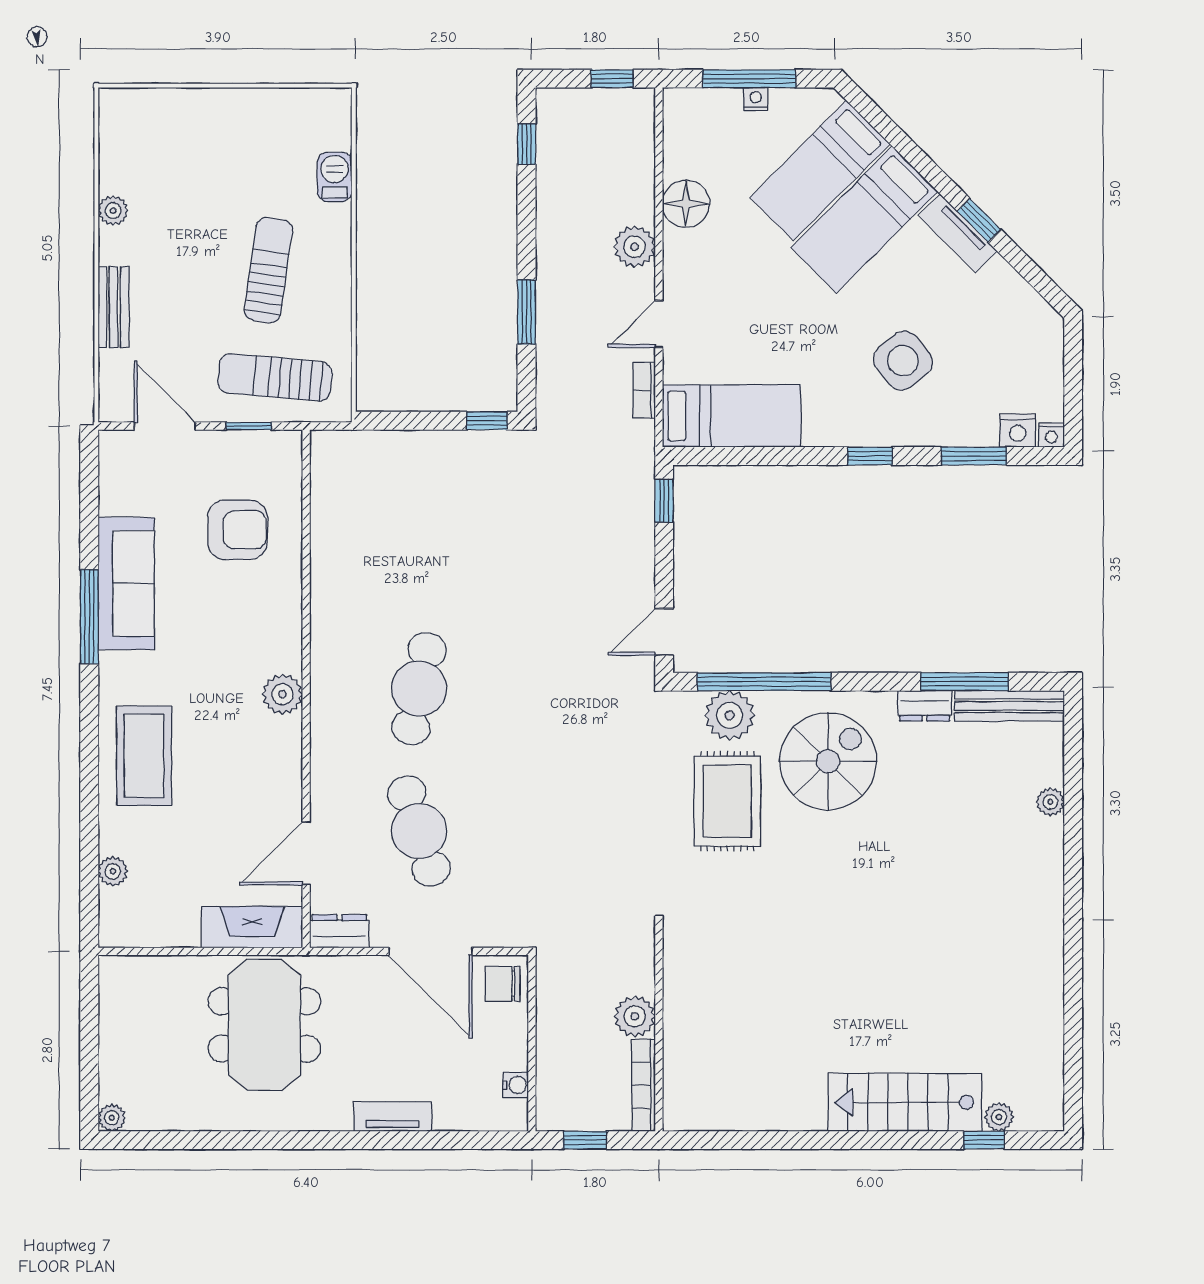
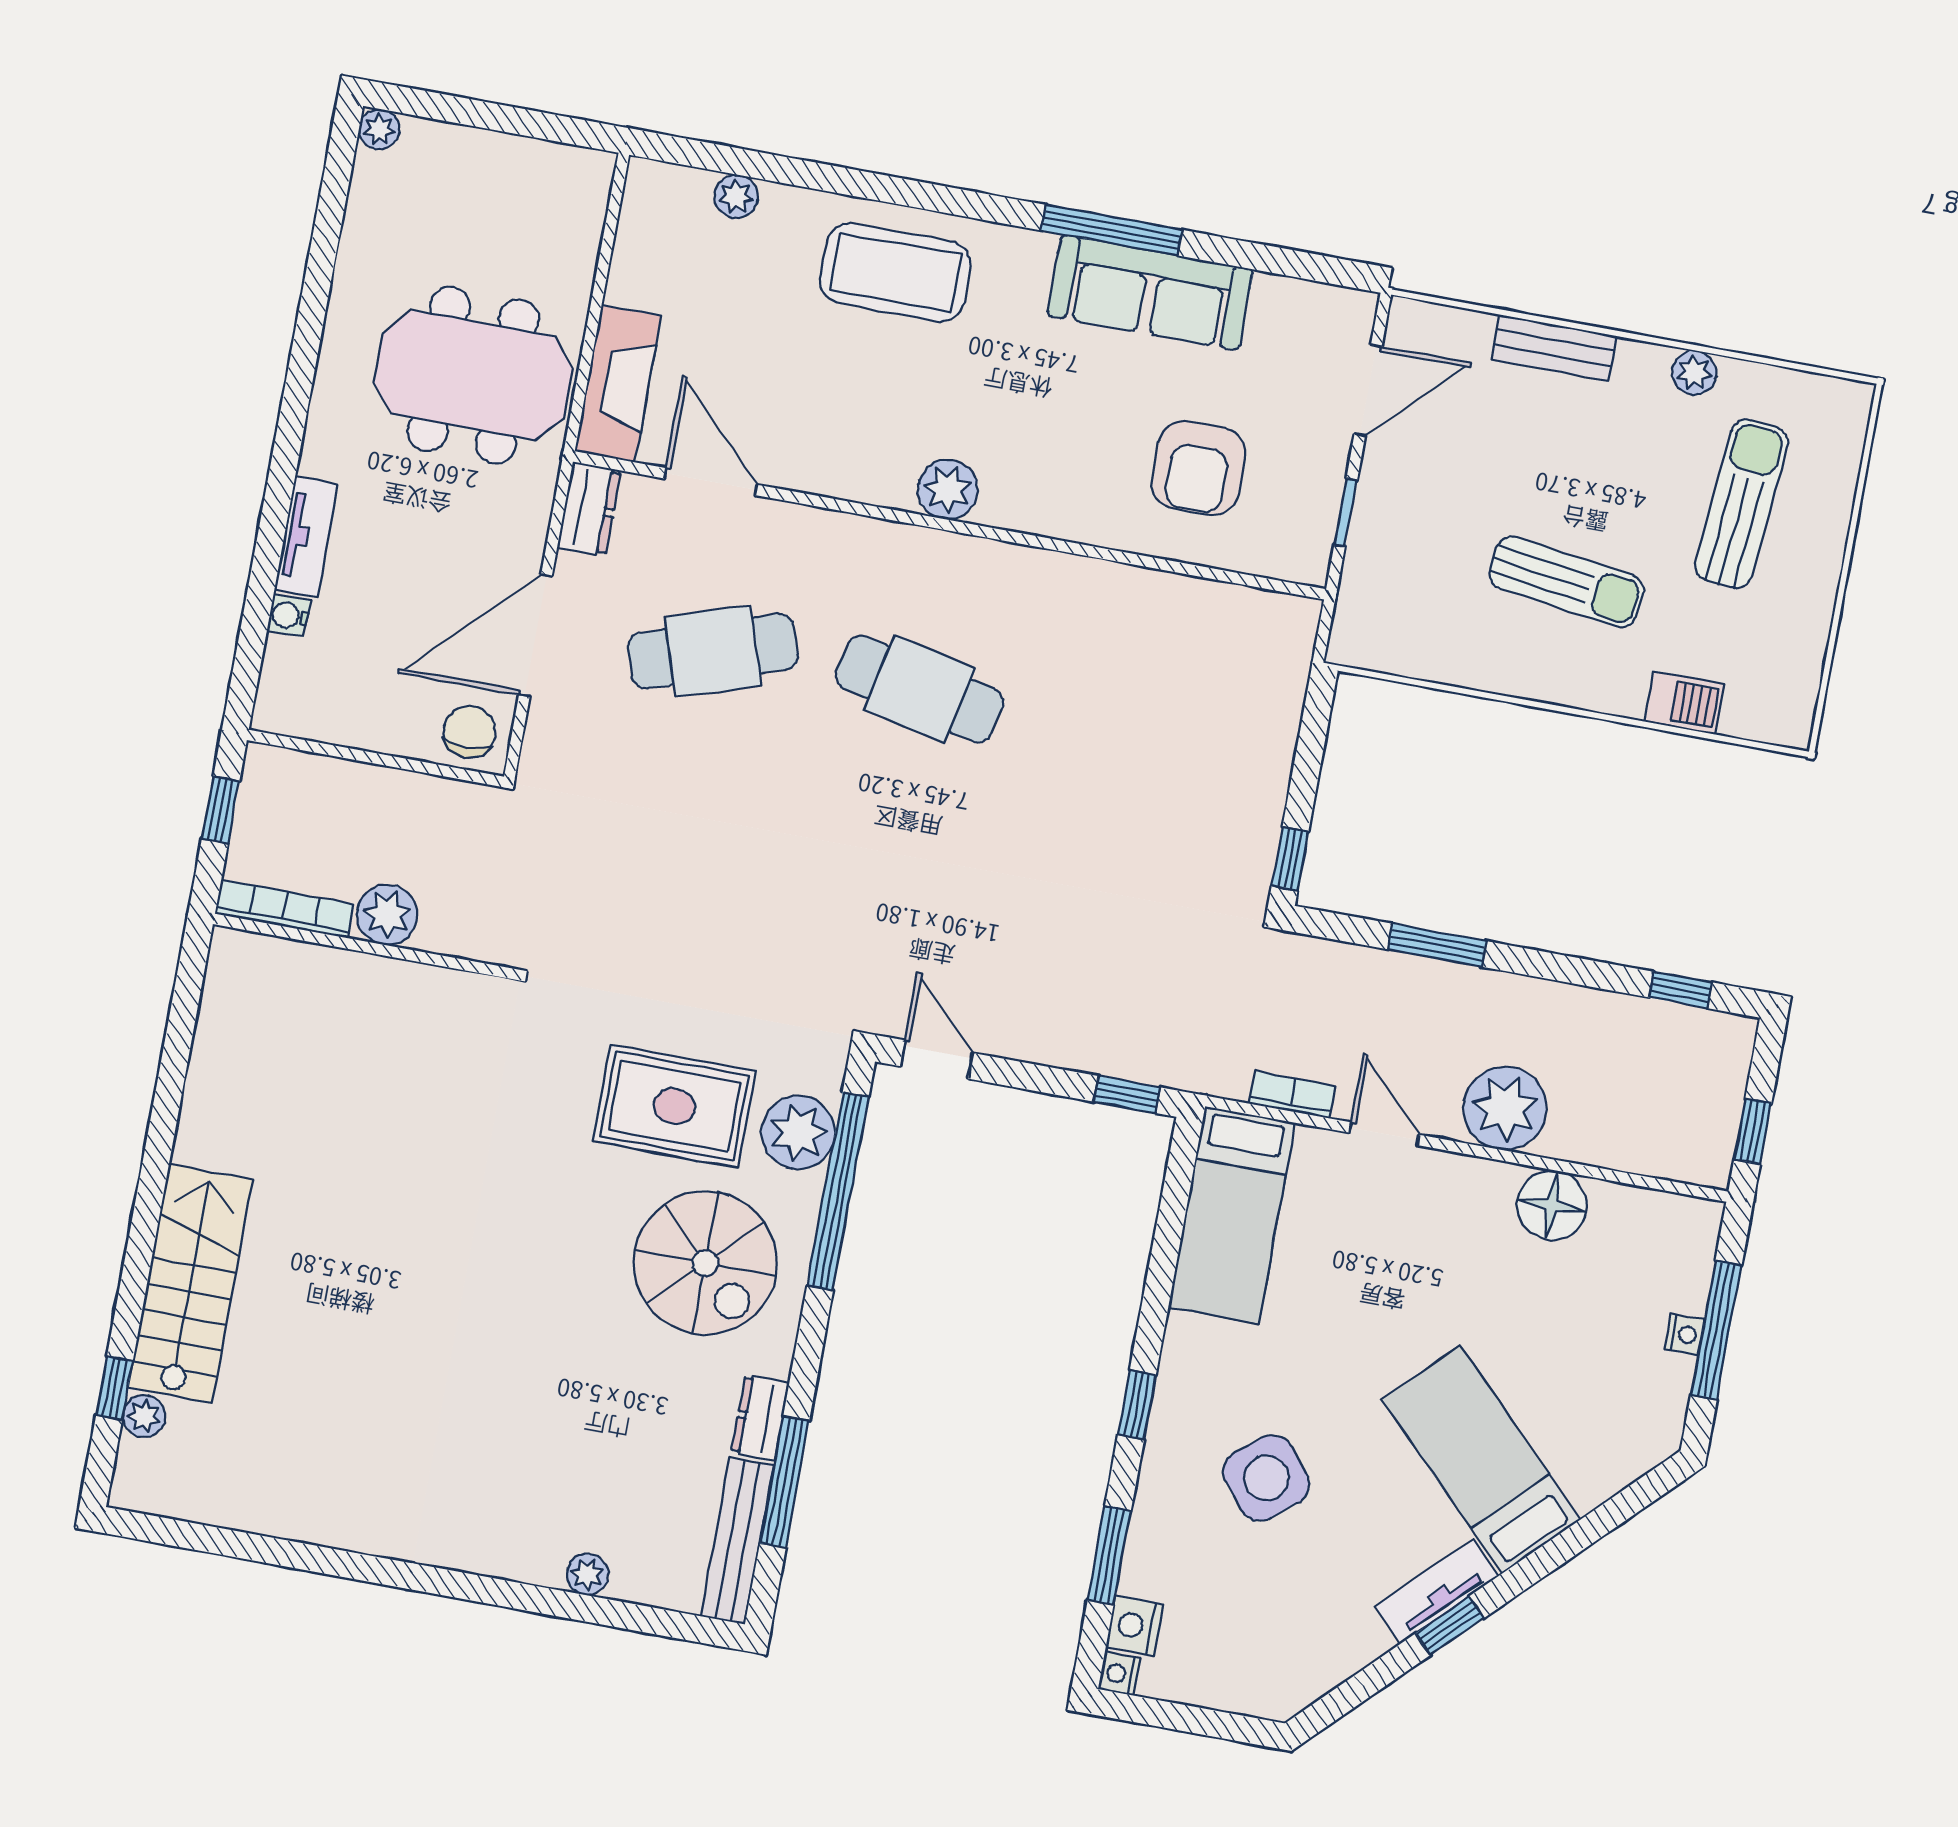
bed: (820, 171) -> (1564, 1408), removed
plant: (635, 247) -> (1505, 1108), width x1.36, depth x1.36
sun lounger: (275, 377) -> (1741, 504), moved
water cooler: (516, 1085) -> (289, 615), moved, turned 90

